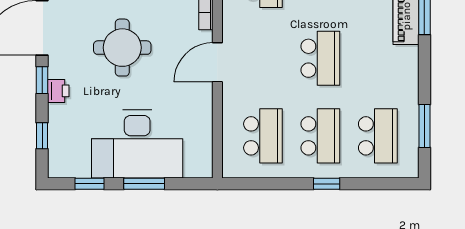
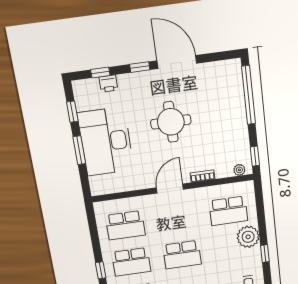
door: (217, 62) -> (170, 188), hinge flipped
printer: (58, 91) -> (108, 84), moved

